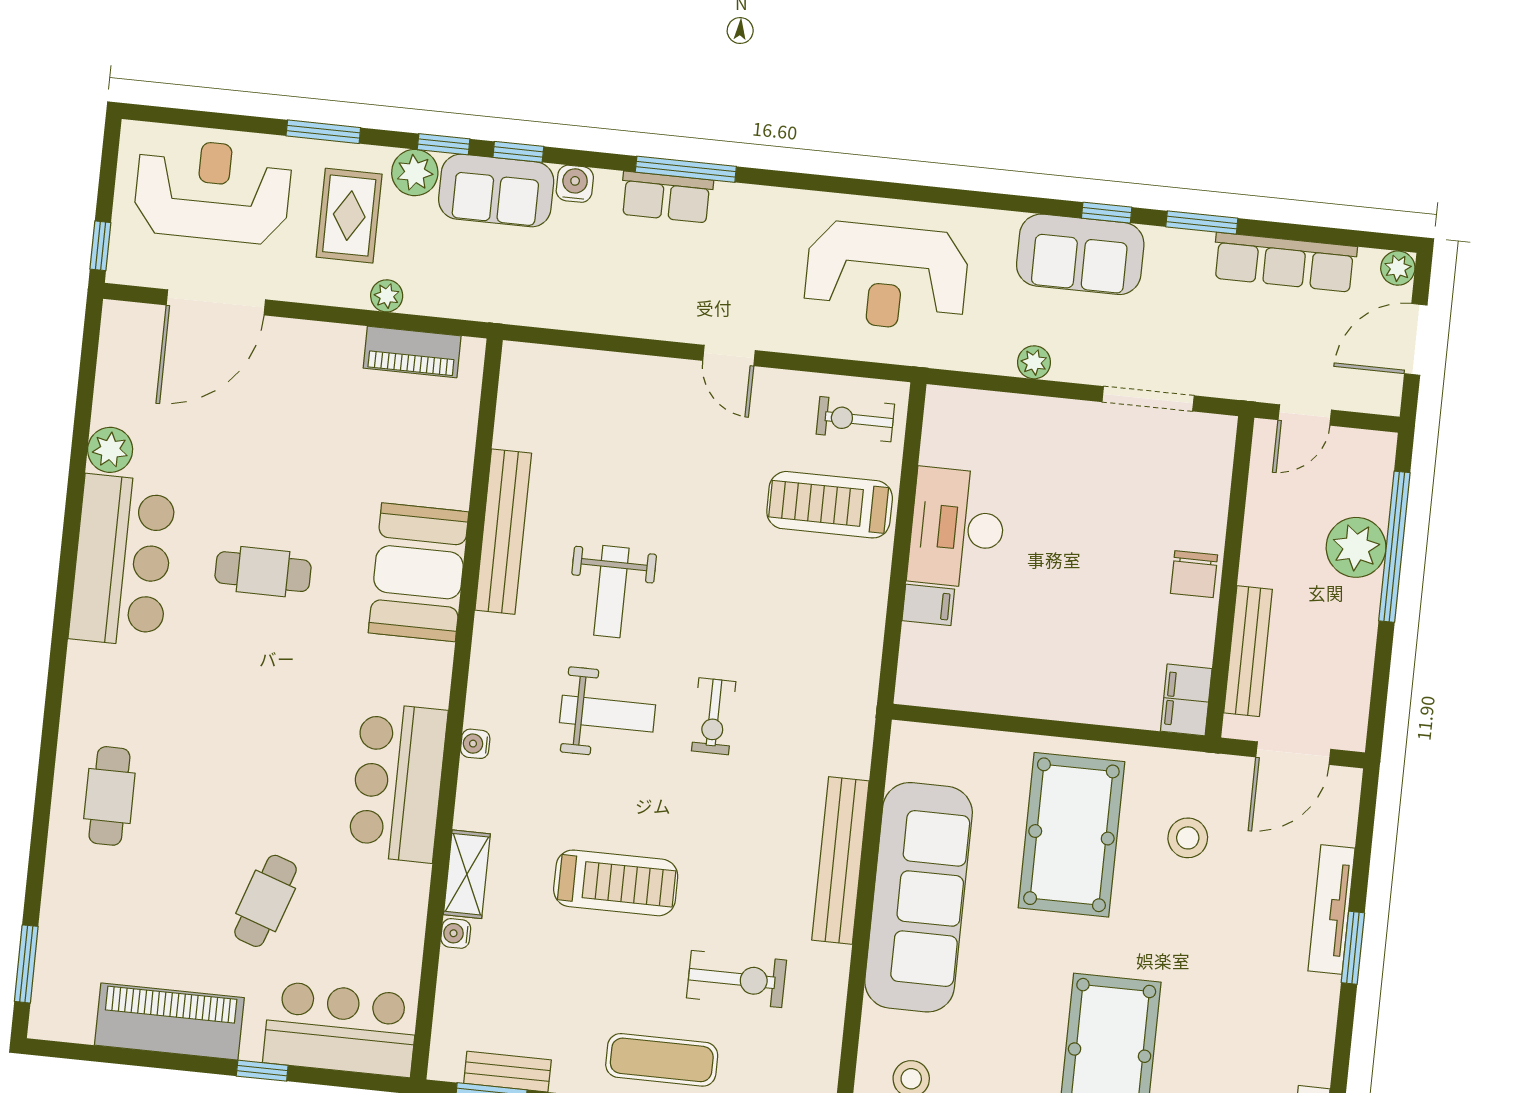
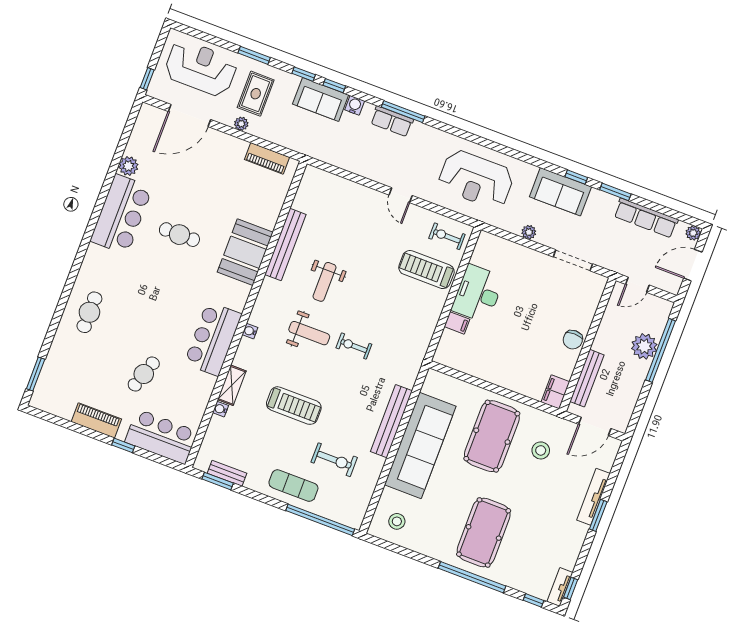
plant: (415, 173) -> (288, 83), removed
plant: (387, 296) -> (241, 124), moved
exercise bike: (714, 716) -> (354, 346), turned 90
piano: (169, 1021) -> (96, 420), width x0.73, depth x0.75

